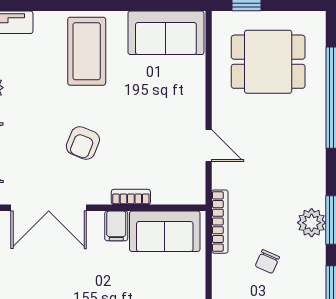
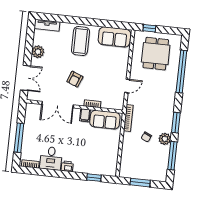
dining table: (268, 62) -> (156, 54), turned 90
door: (209, 146) -> (127, 86), hinge flipped
plant: (312, 223) -> (165, 139), moved

